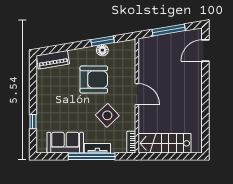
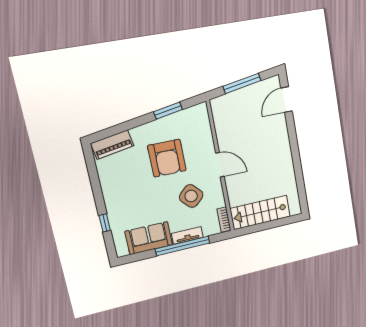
floor lamp: (102, 50) -> (170, 122), removed
armchair: (94, 79) -> (167, 158), turned 90

